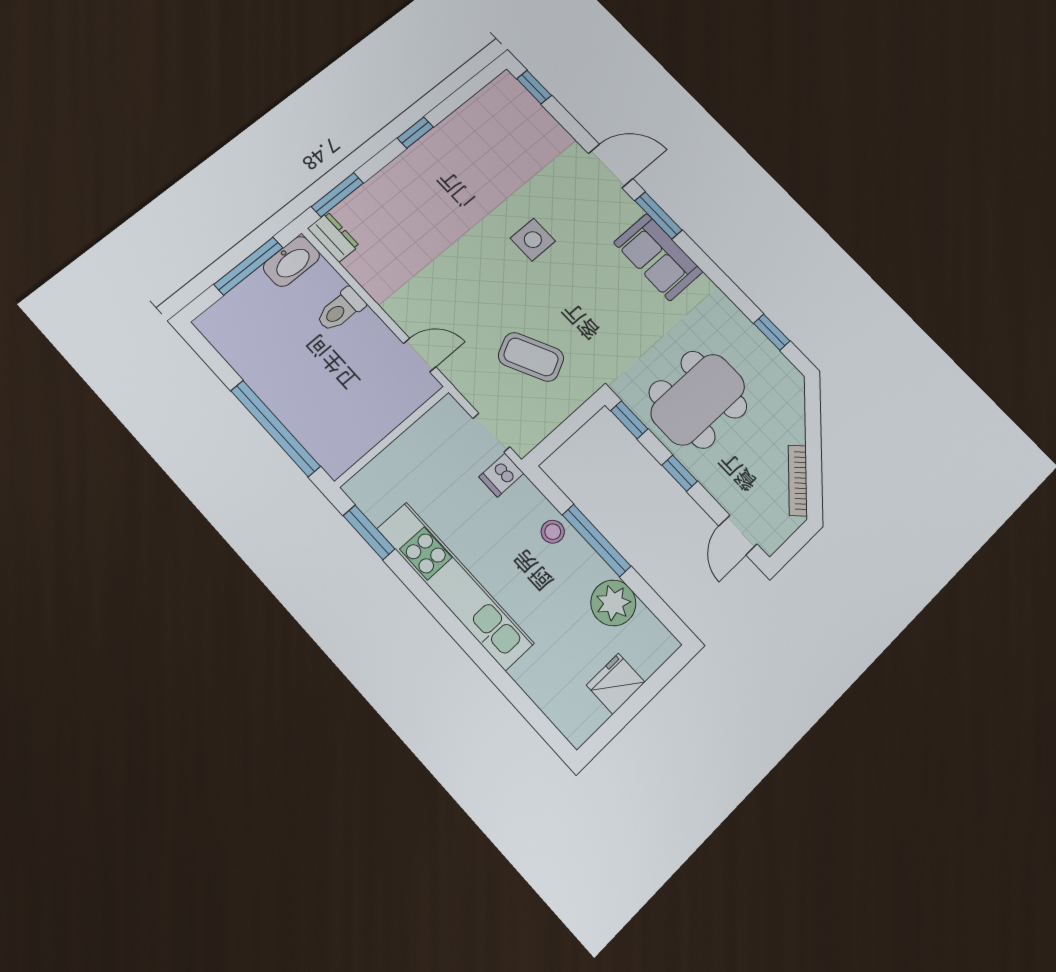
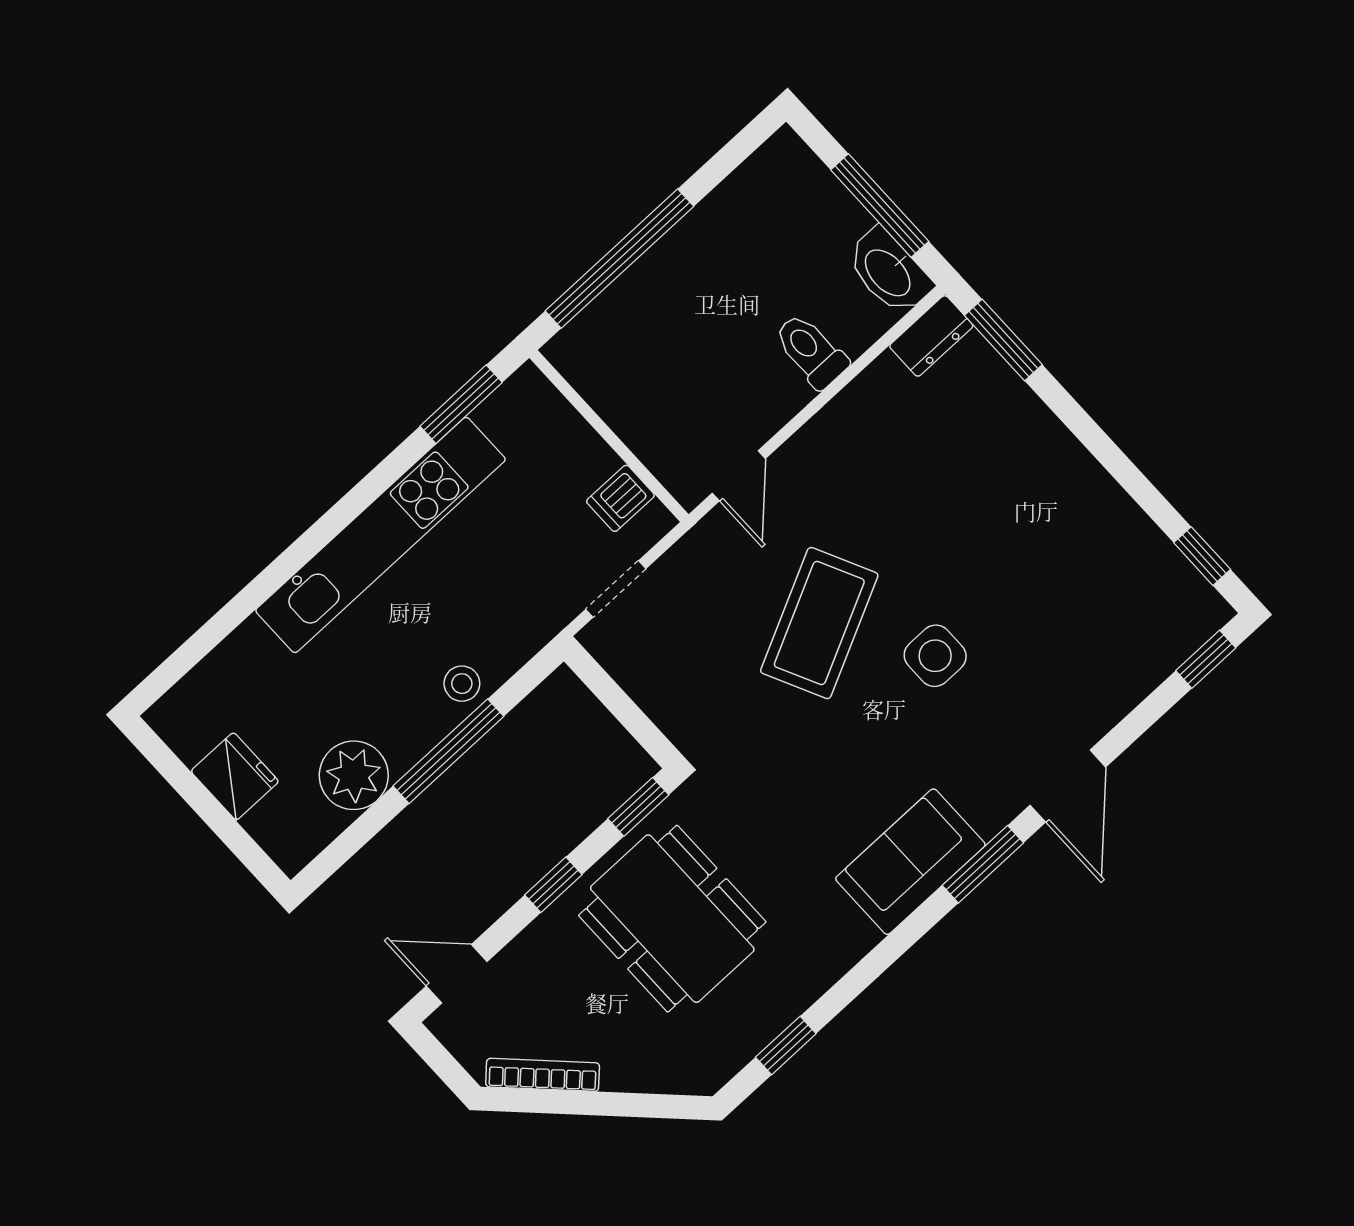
window: (415, 133) -> (1202, 556), moved
coffee table: (531, 357) -> (819, 623), moved, width x1.36, depth x1.32
dishwasher: (501, 475) -> (620, 498), moved, turned -90

